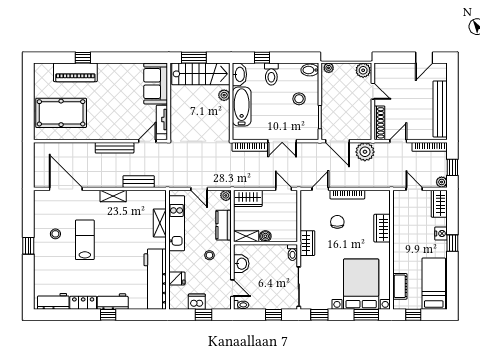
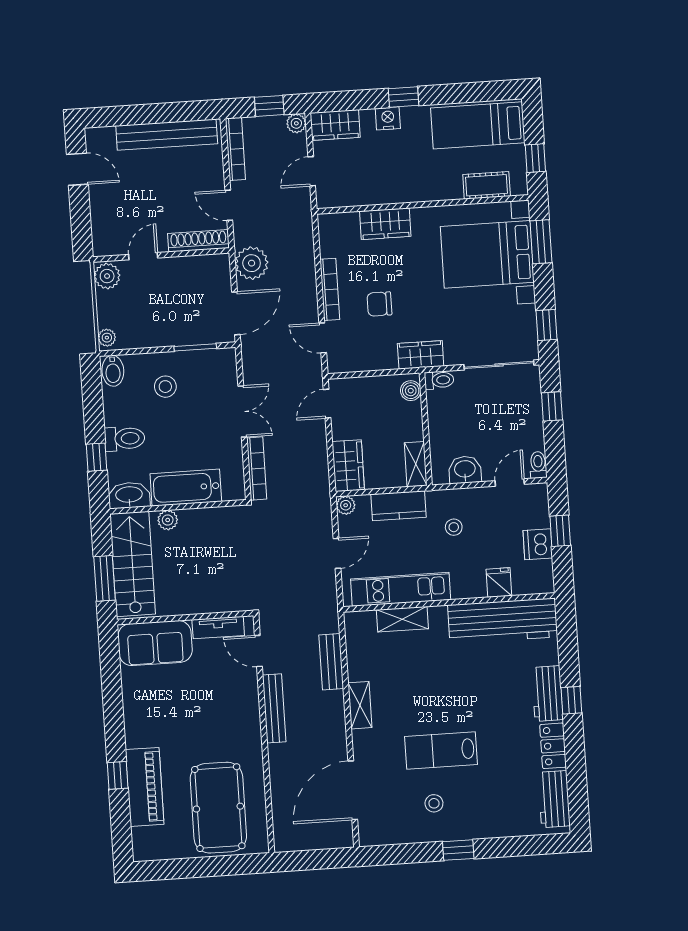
boiler: (265, 236) -> (411, 391), moved

